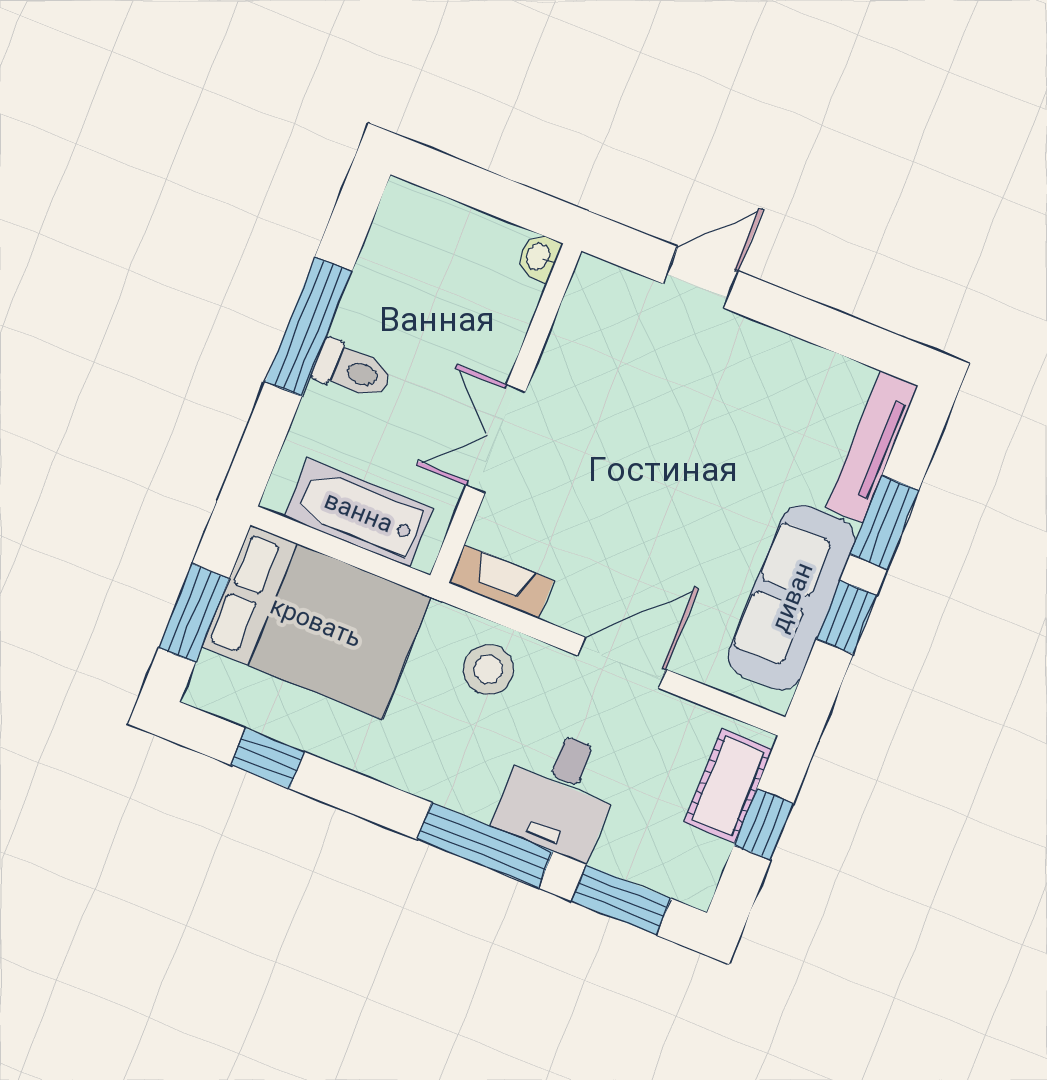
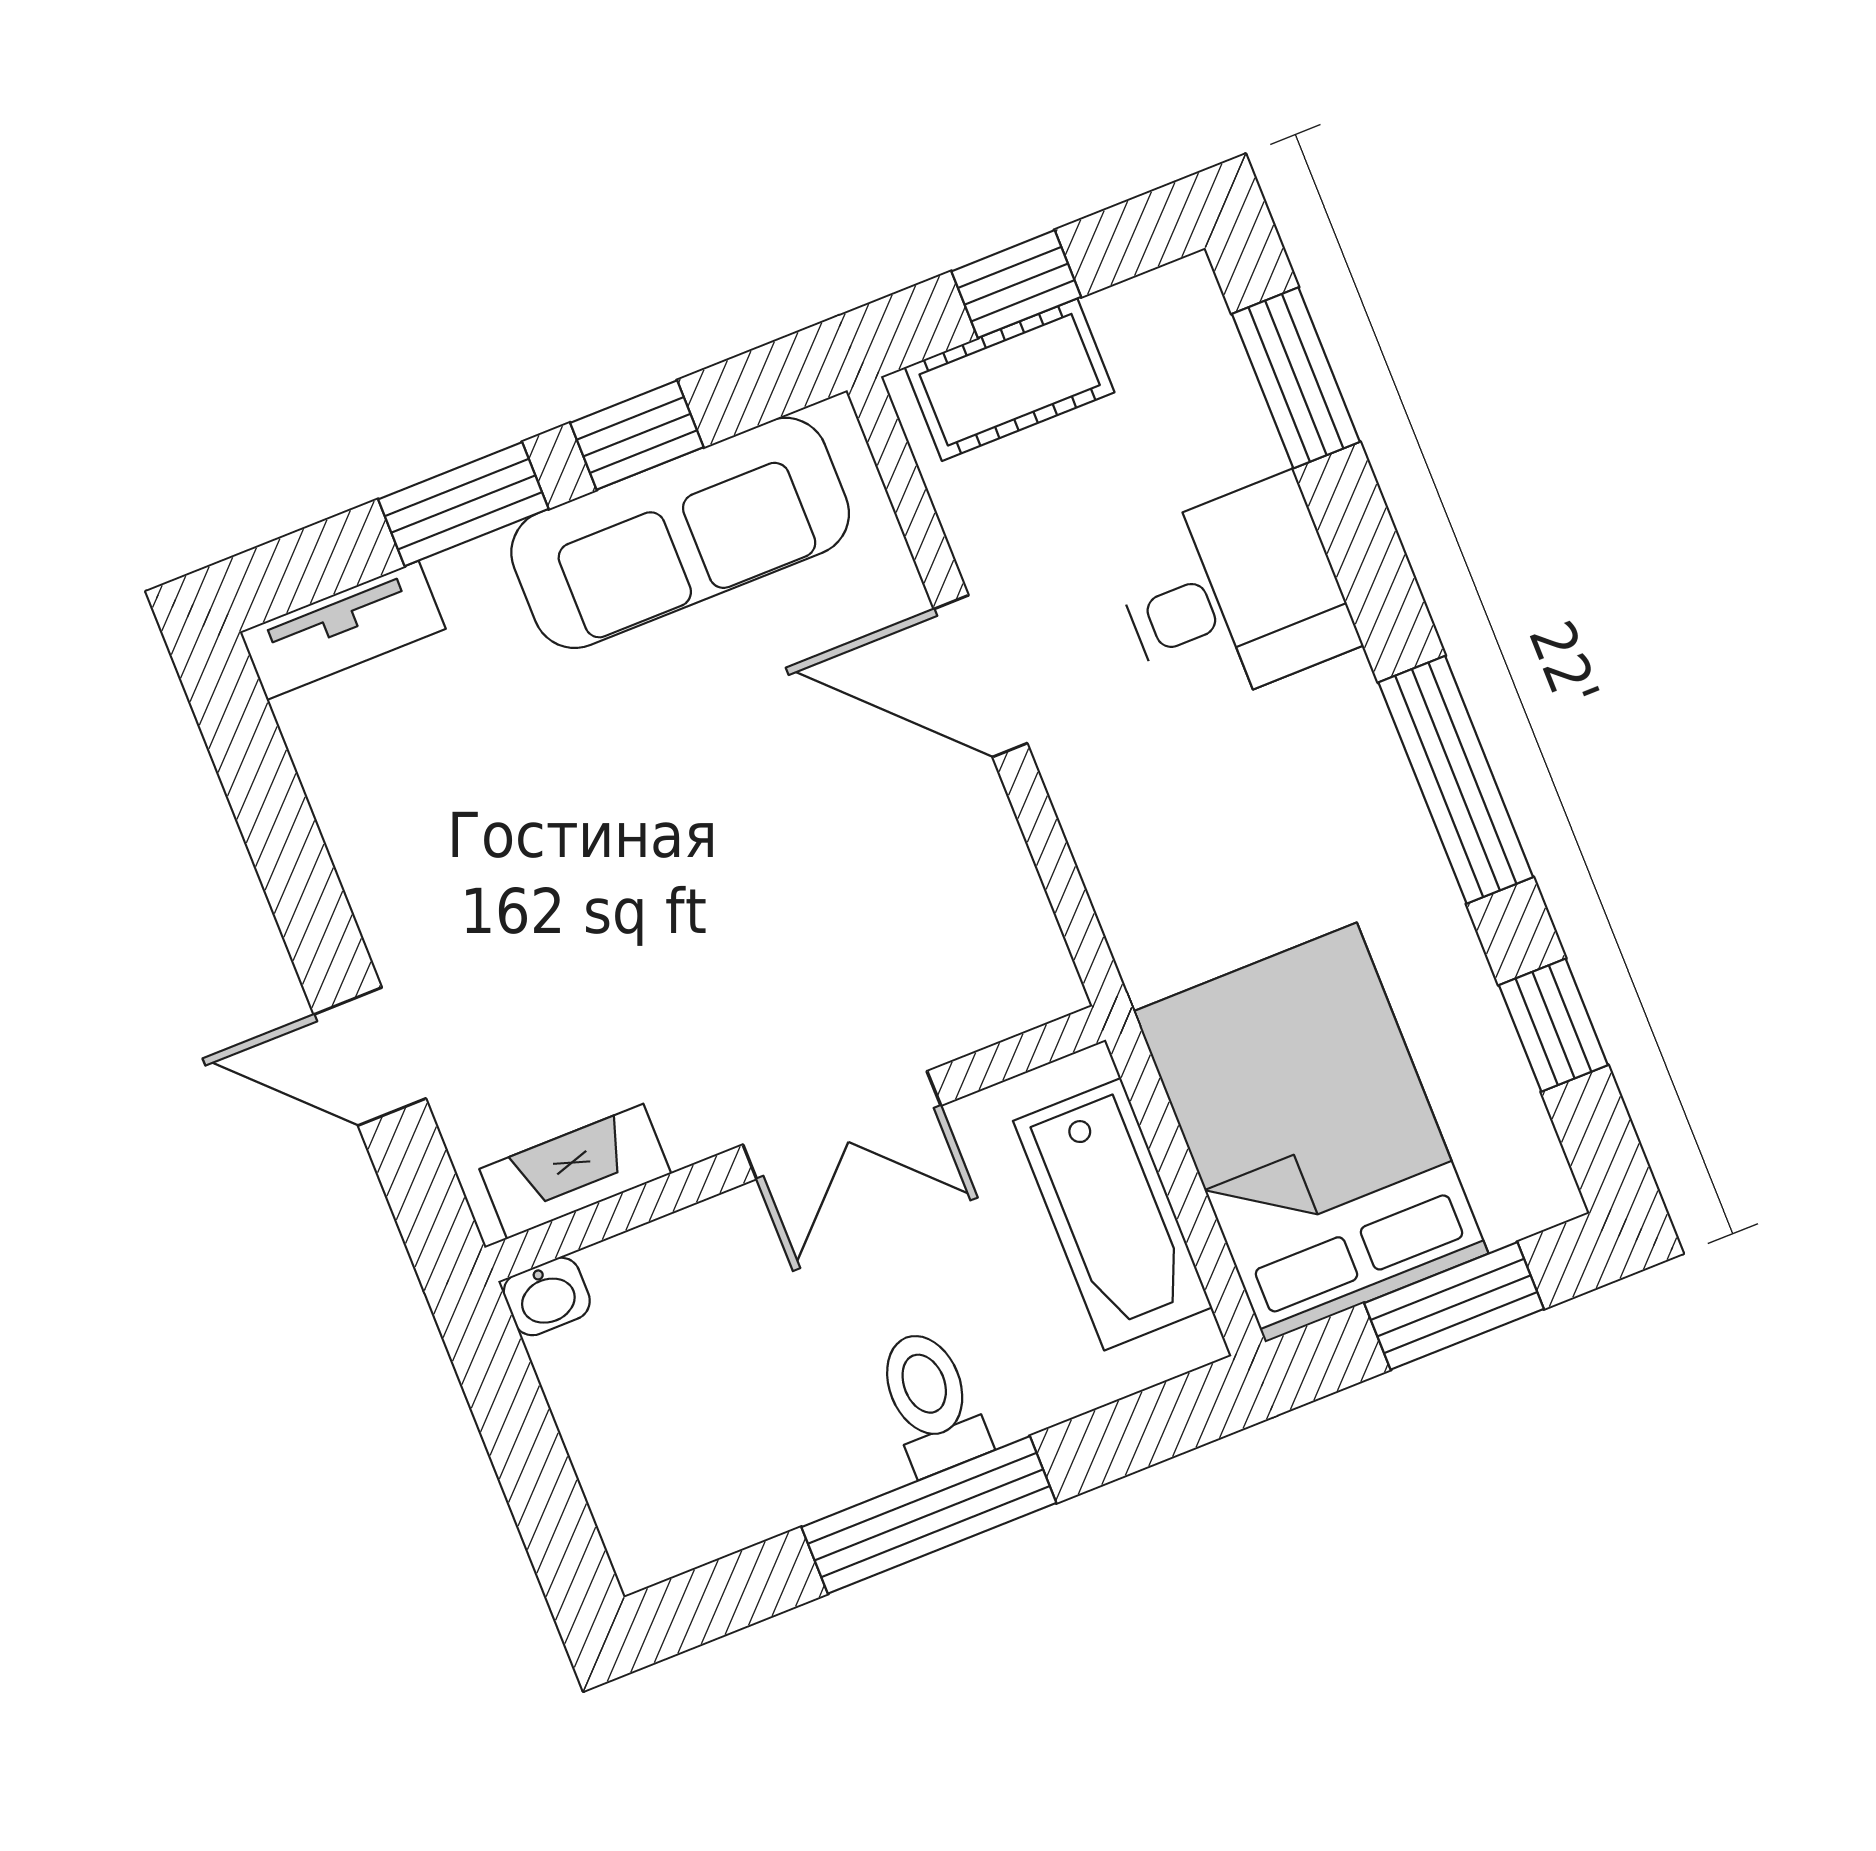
tv unit: (872, 447) -> (343, 630), width x0.71
fireplace: (501, 582) -> (575, 1171), moved, turned 90
stool: (488, 670) -> (1158, 844), removed
window: (485, 845) -> (1456, 780), moved

